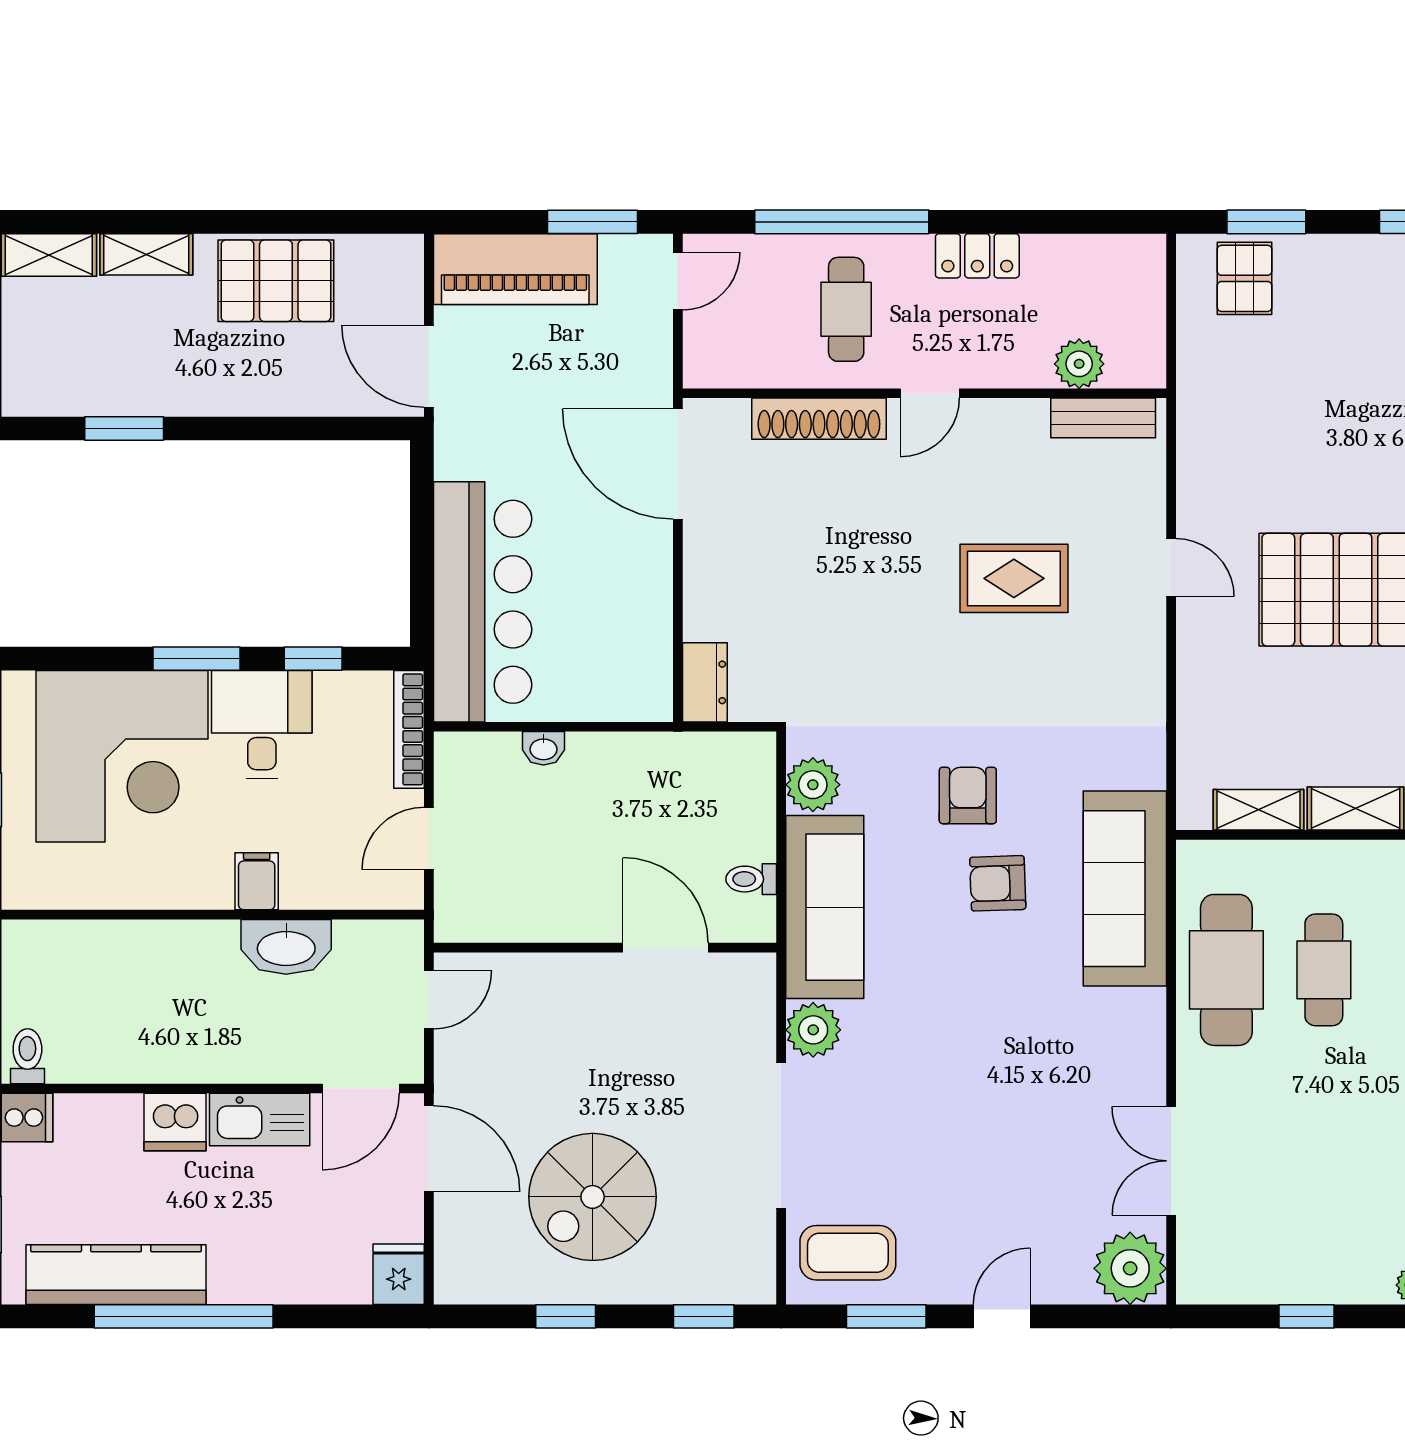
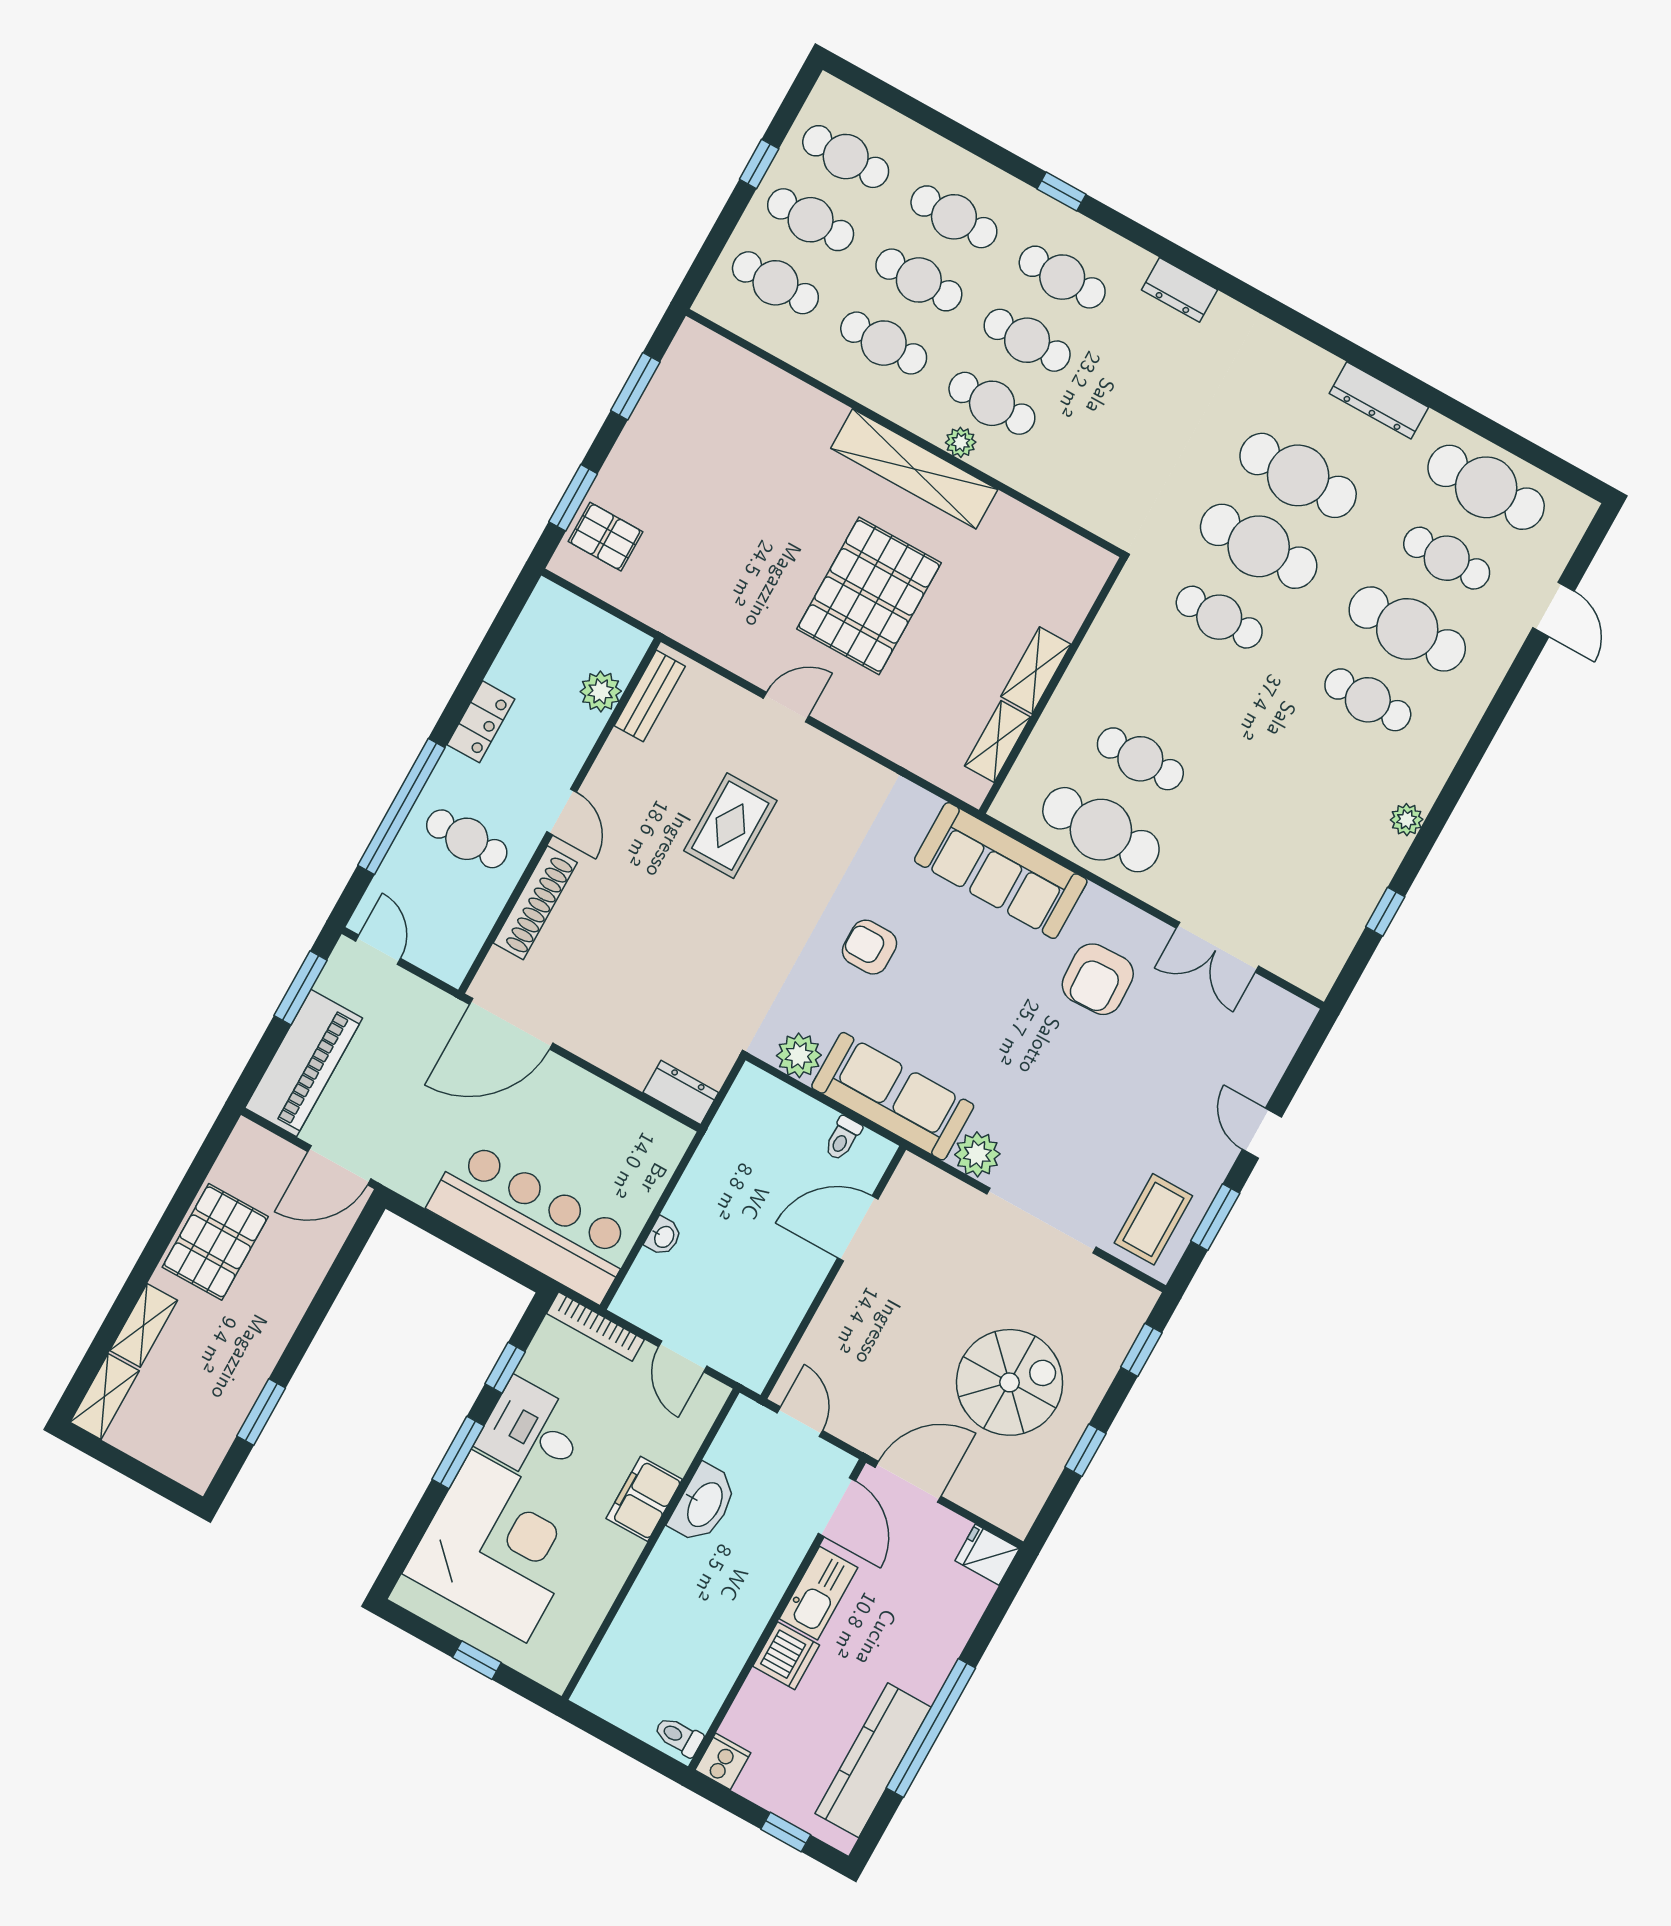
filing cabinet: (257, 881) -> (644, 1499), width x2.00
armchair: (998, 883) -> (1098, 979), moved, width x1.38, depth x1.38
spiral stairs: (593, 1197) -> (1010, 1382), turned -90
plant: (1130, 1268) -> (1279, 1020), removed

